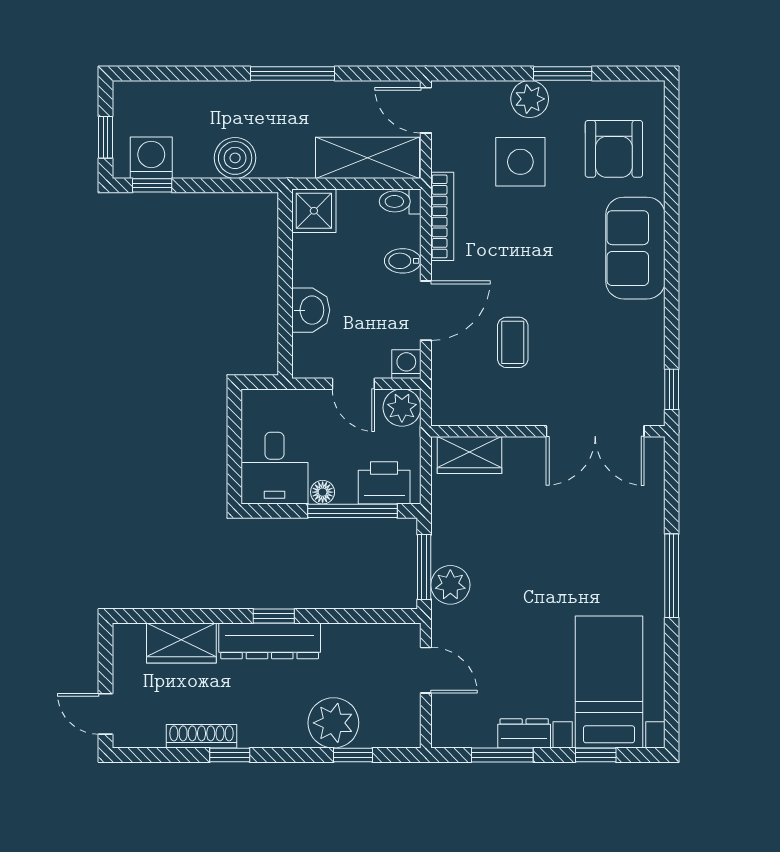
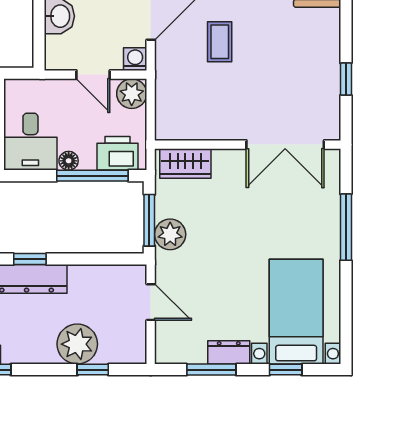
wall: (548, 431) -> (248, 145), moved
double door: (595, 431) -> (285, 145), moved
wardrobe: (469, 455) -> (185, 163), moved

